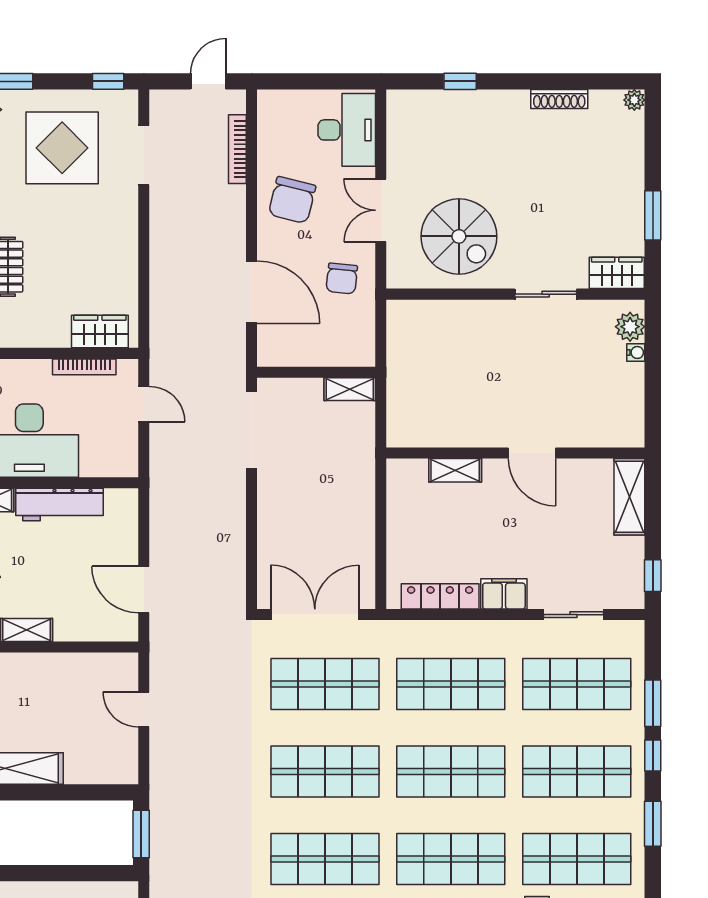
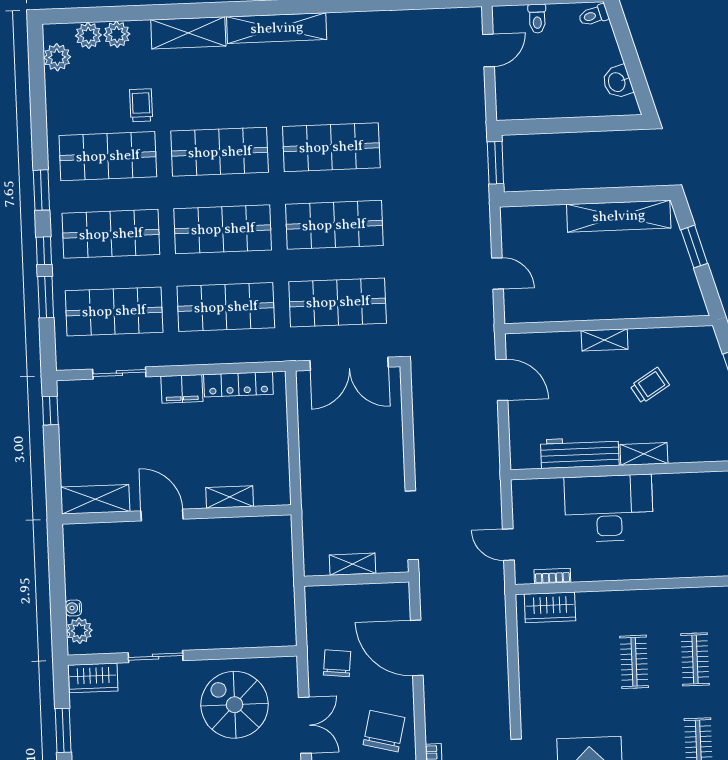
bookcase: (84, 367) -> (552, 576), width x0.64
shelving: (350, 389) -> (353, 564), moved
shelving: (629, 497) -> (95, 499), moved, turned 90

